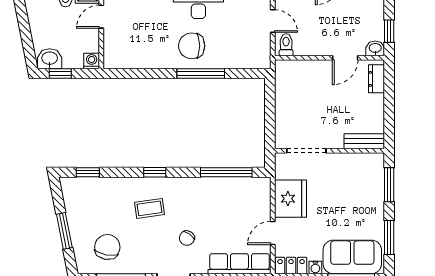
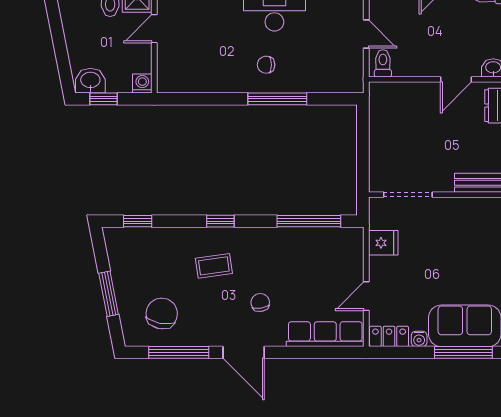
chair: (192, 46) -> (266, 65), width x0.54, depth x0.54
fridge: (290, 199) -> (383, 243), width x0.53, depth x0.75
chair: (187, 238) -> (260, 302), turned 136

